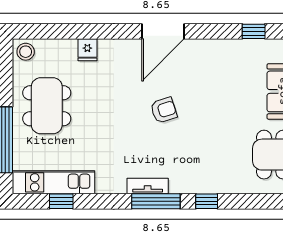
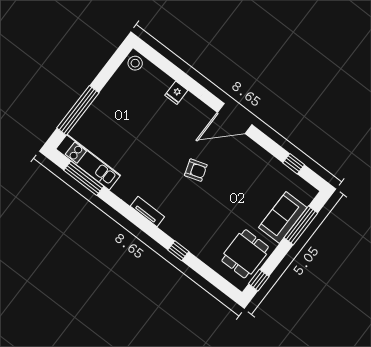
dining table: (47, 106) -> (122, 109), removed
window: (61, 201) -> (84, 178), width x2.17
window: (156, 201) -> (145, 225), removed

